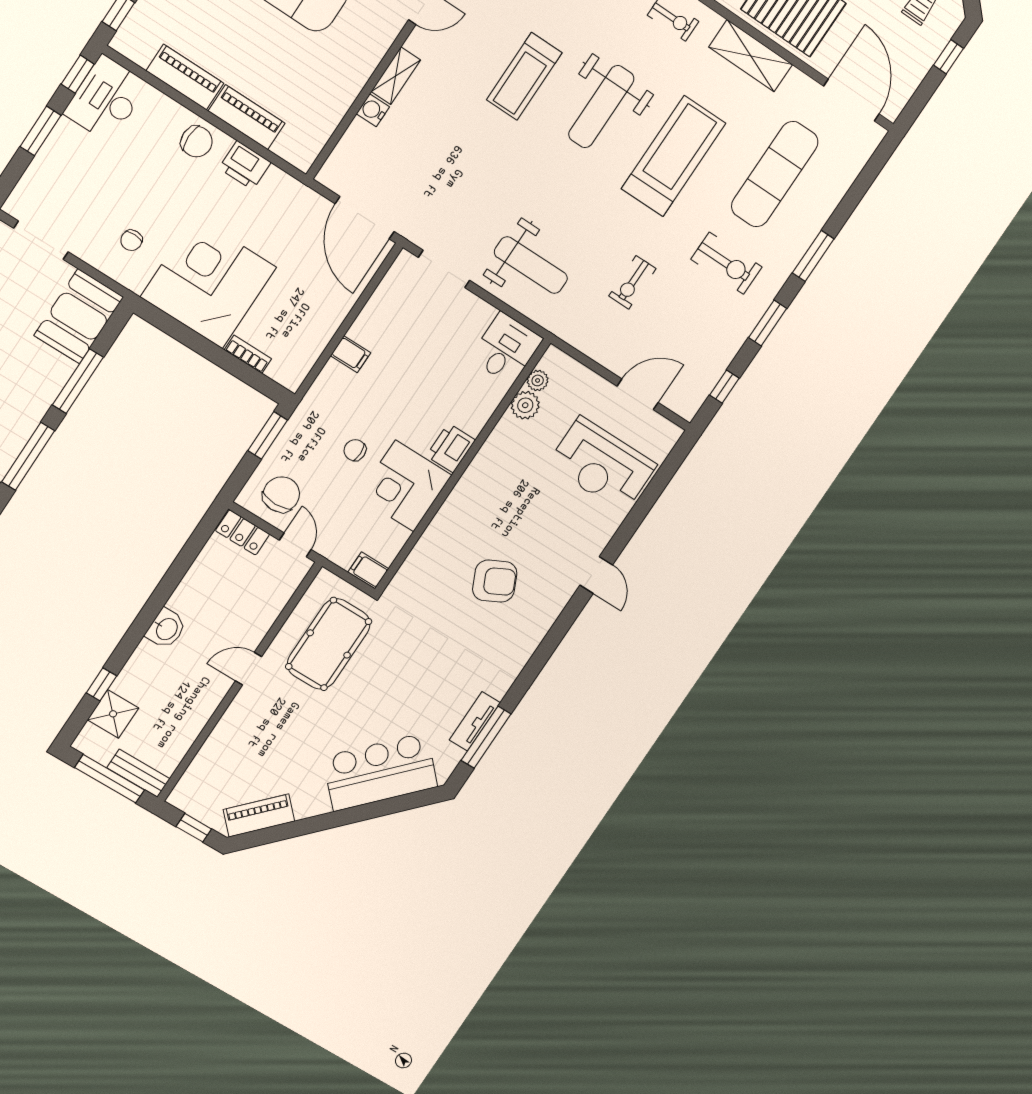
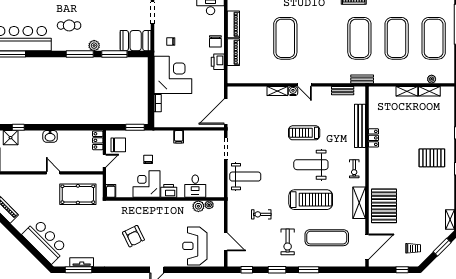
water cooler: (373, 110) -> (293, 91), moved
weight bench: (531, 265) -> (245, 177), turned -90
desk: (506, 349) -> (195, 186), moved, turned 90
plant: (30, 414) -> (94, 46), added

